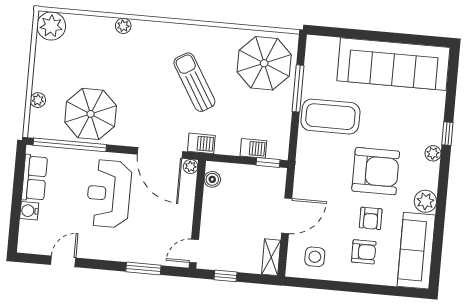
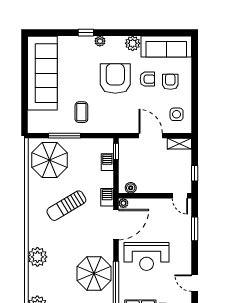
plant: (123, 26) -> (37, 257), width x1.88, depth x1.88
coffee table: (330, 117) -> (81, 112), width x0.54, depth x0.58

